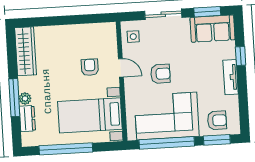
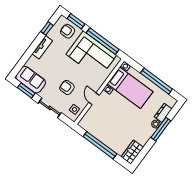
window: (69, 20) -> (100, 145), added
wardrobe: (25, 51) -> (132, 152), width x0.67
window: (241, 56) -> (47, 28), moved
armchair: (90, 67) -> (110, 112), removed
armchair: (160, 74) -> (67, 87), moved

